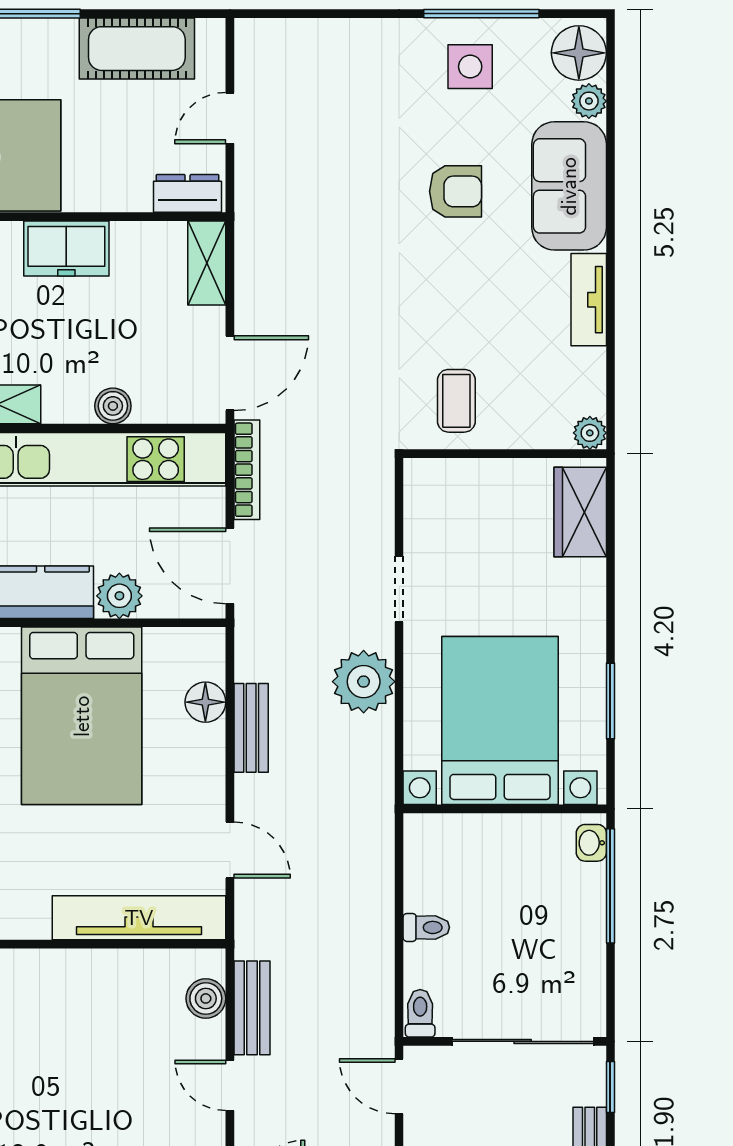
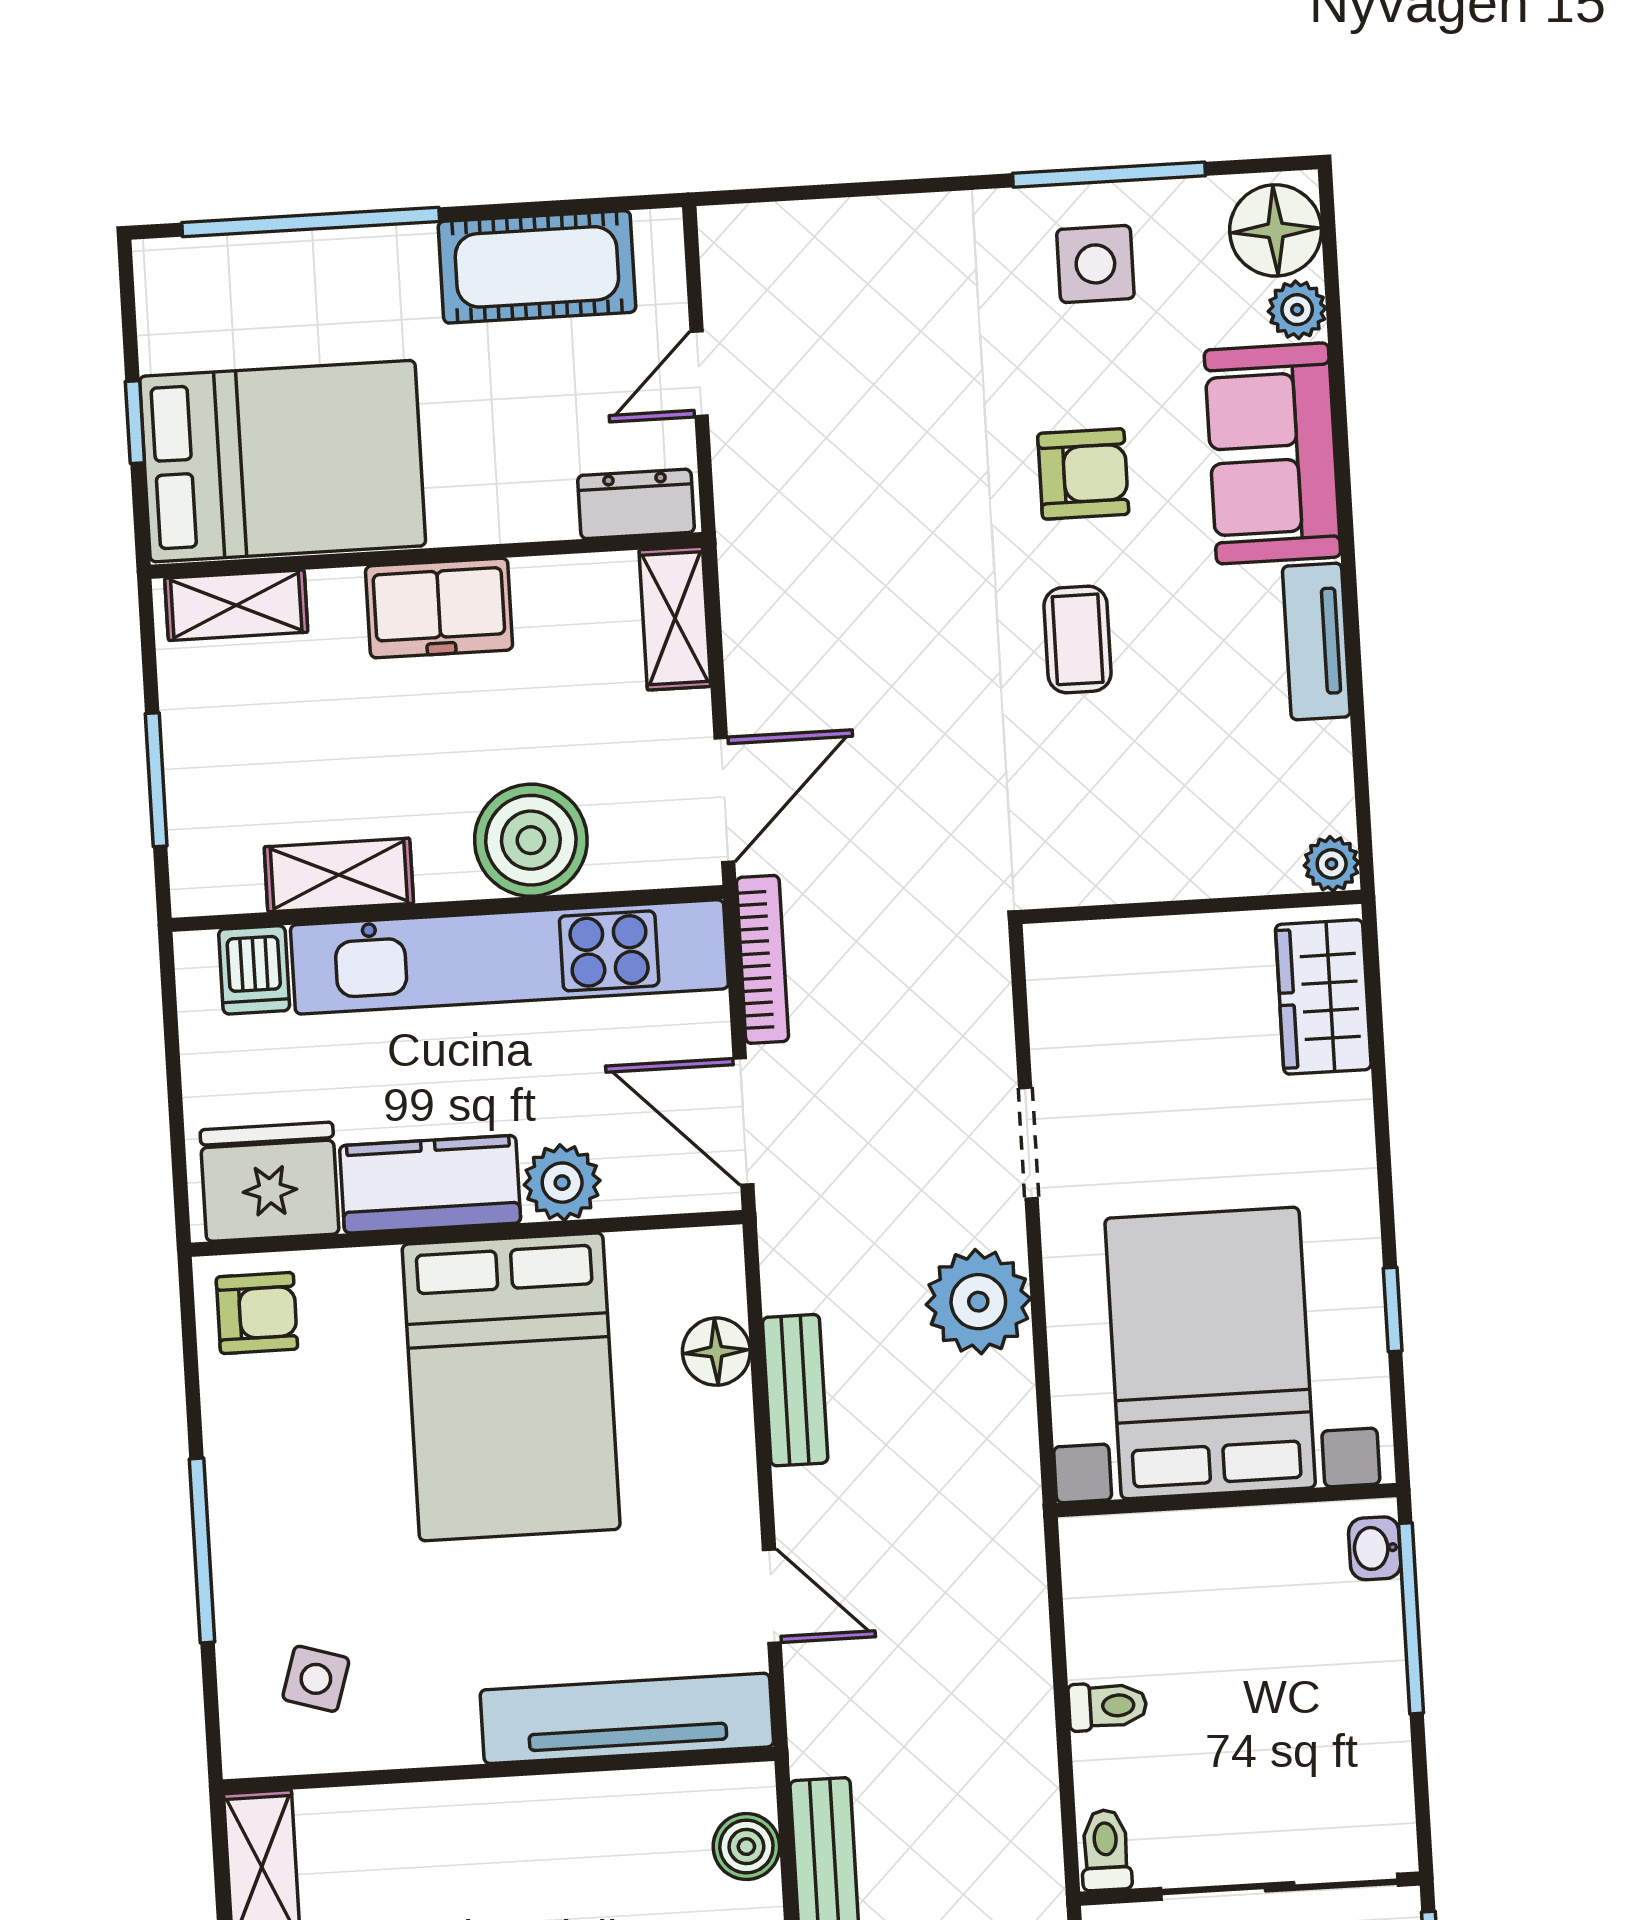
coffee table: (456, 401) -> (1078, 639), moved
boiler: (113, 406) -> (531, 840), width x1.86, depth x1.86
window: (610, 701) -> (1393, 1310), width x0.67

